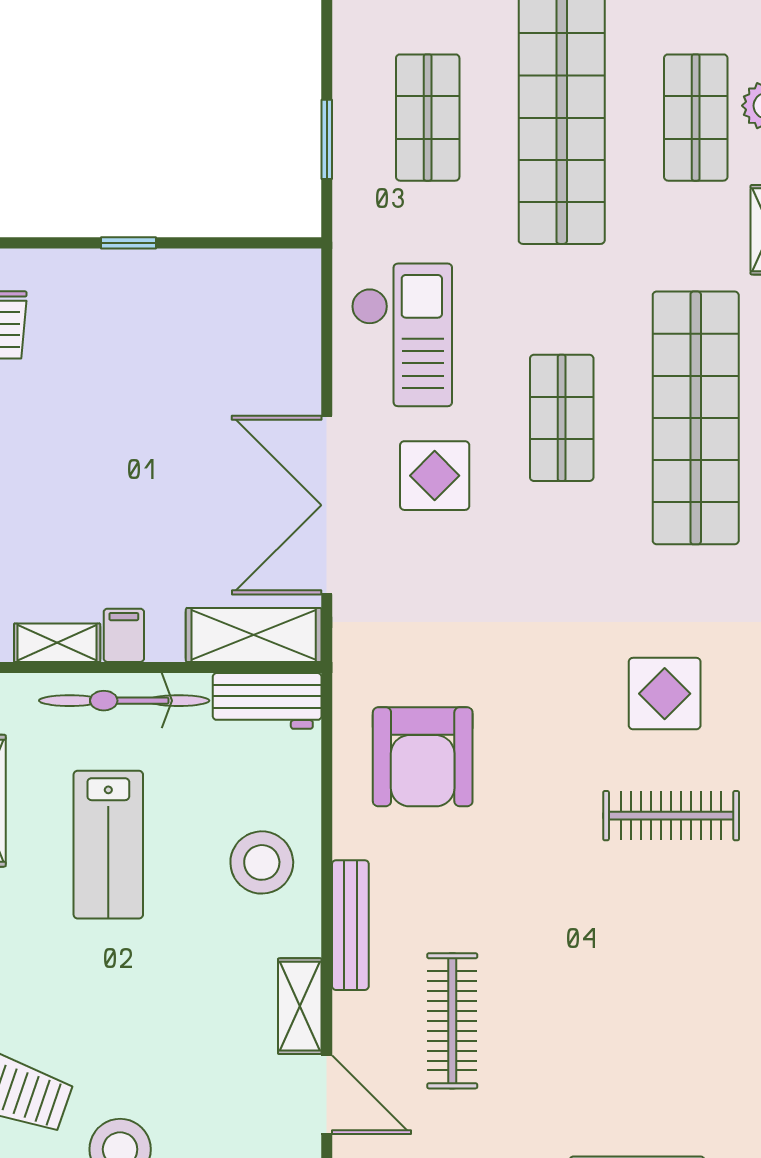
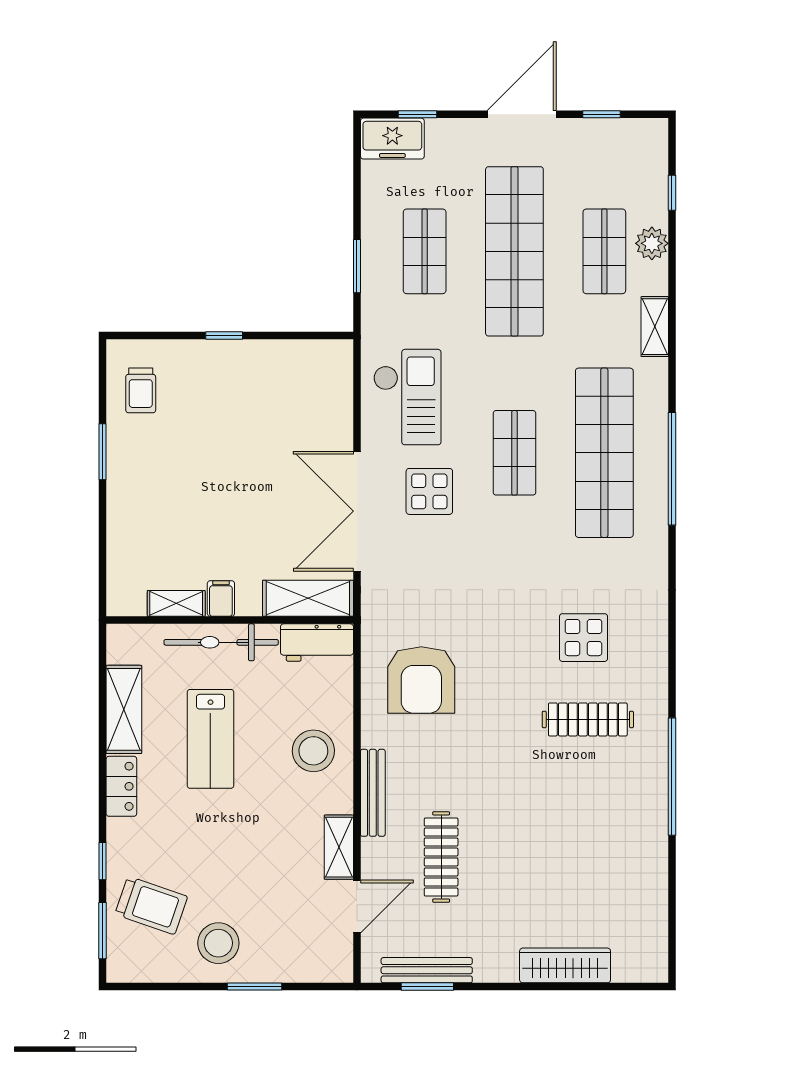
door: (327, 1095) -> (357, 907), hinge flipped

